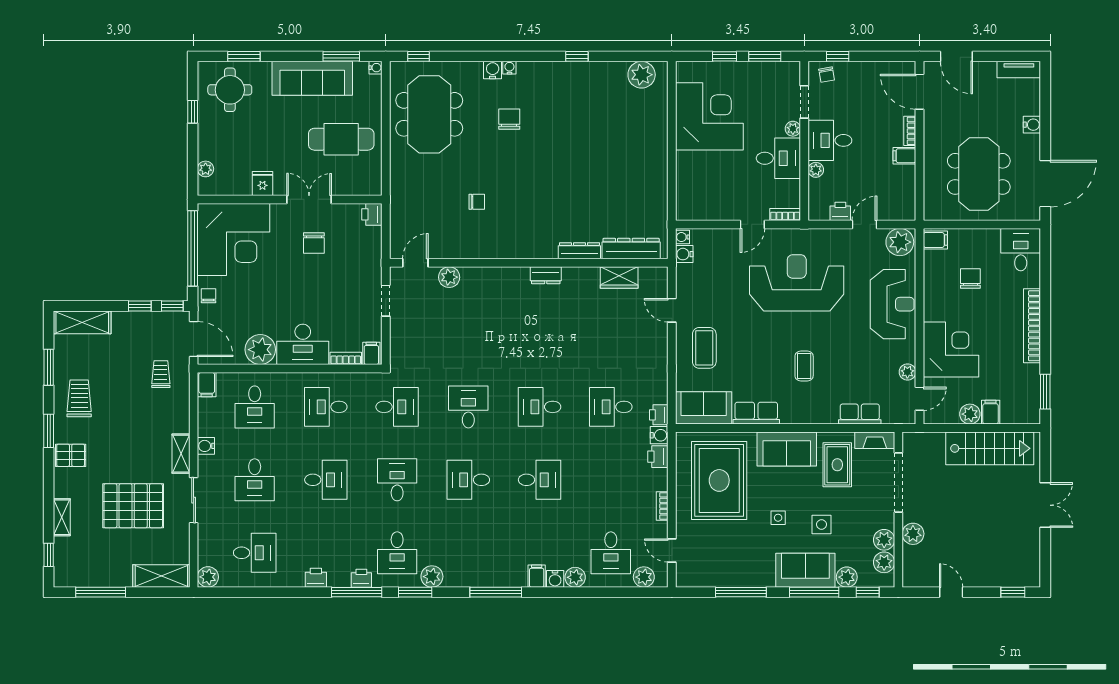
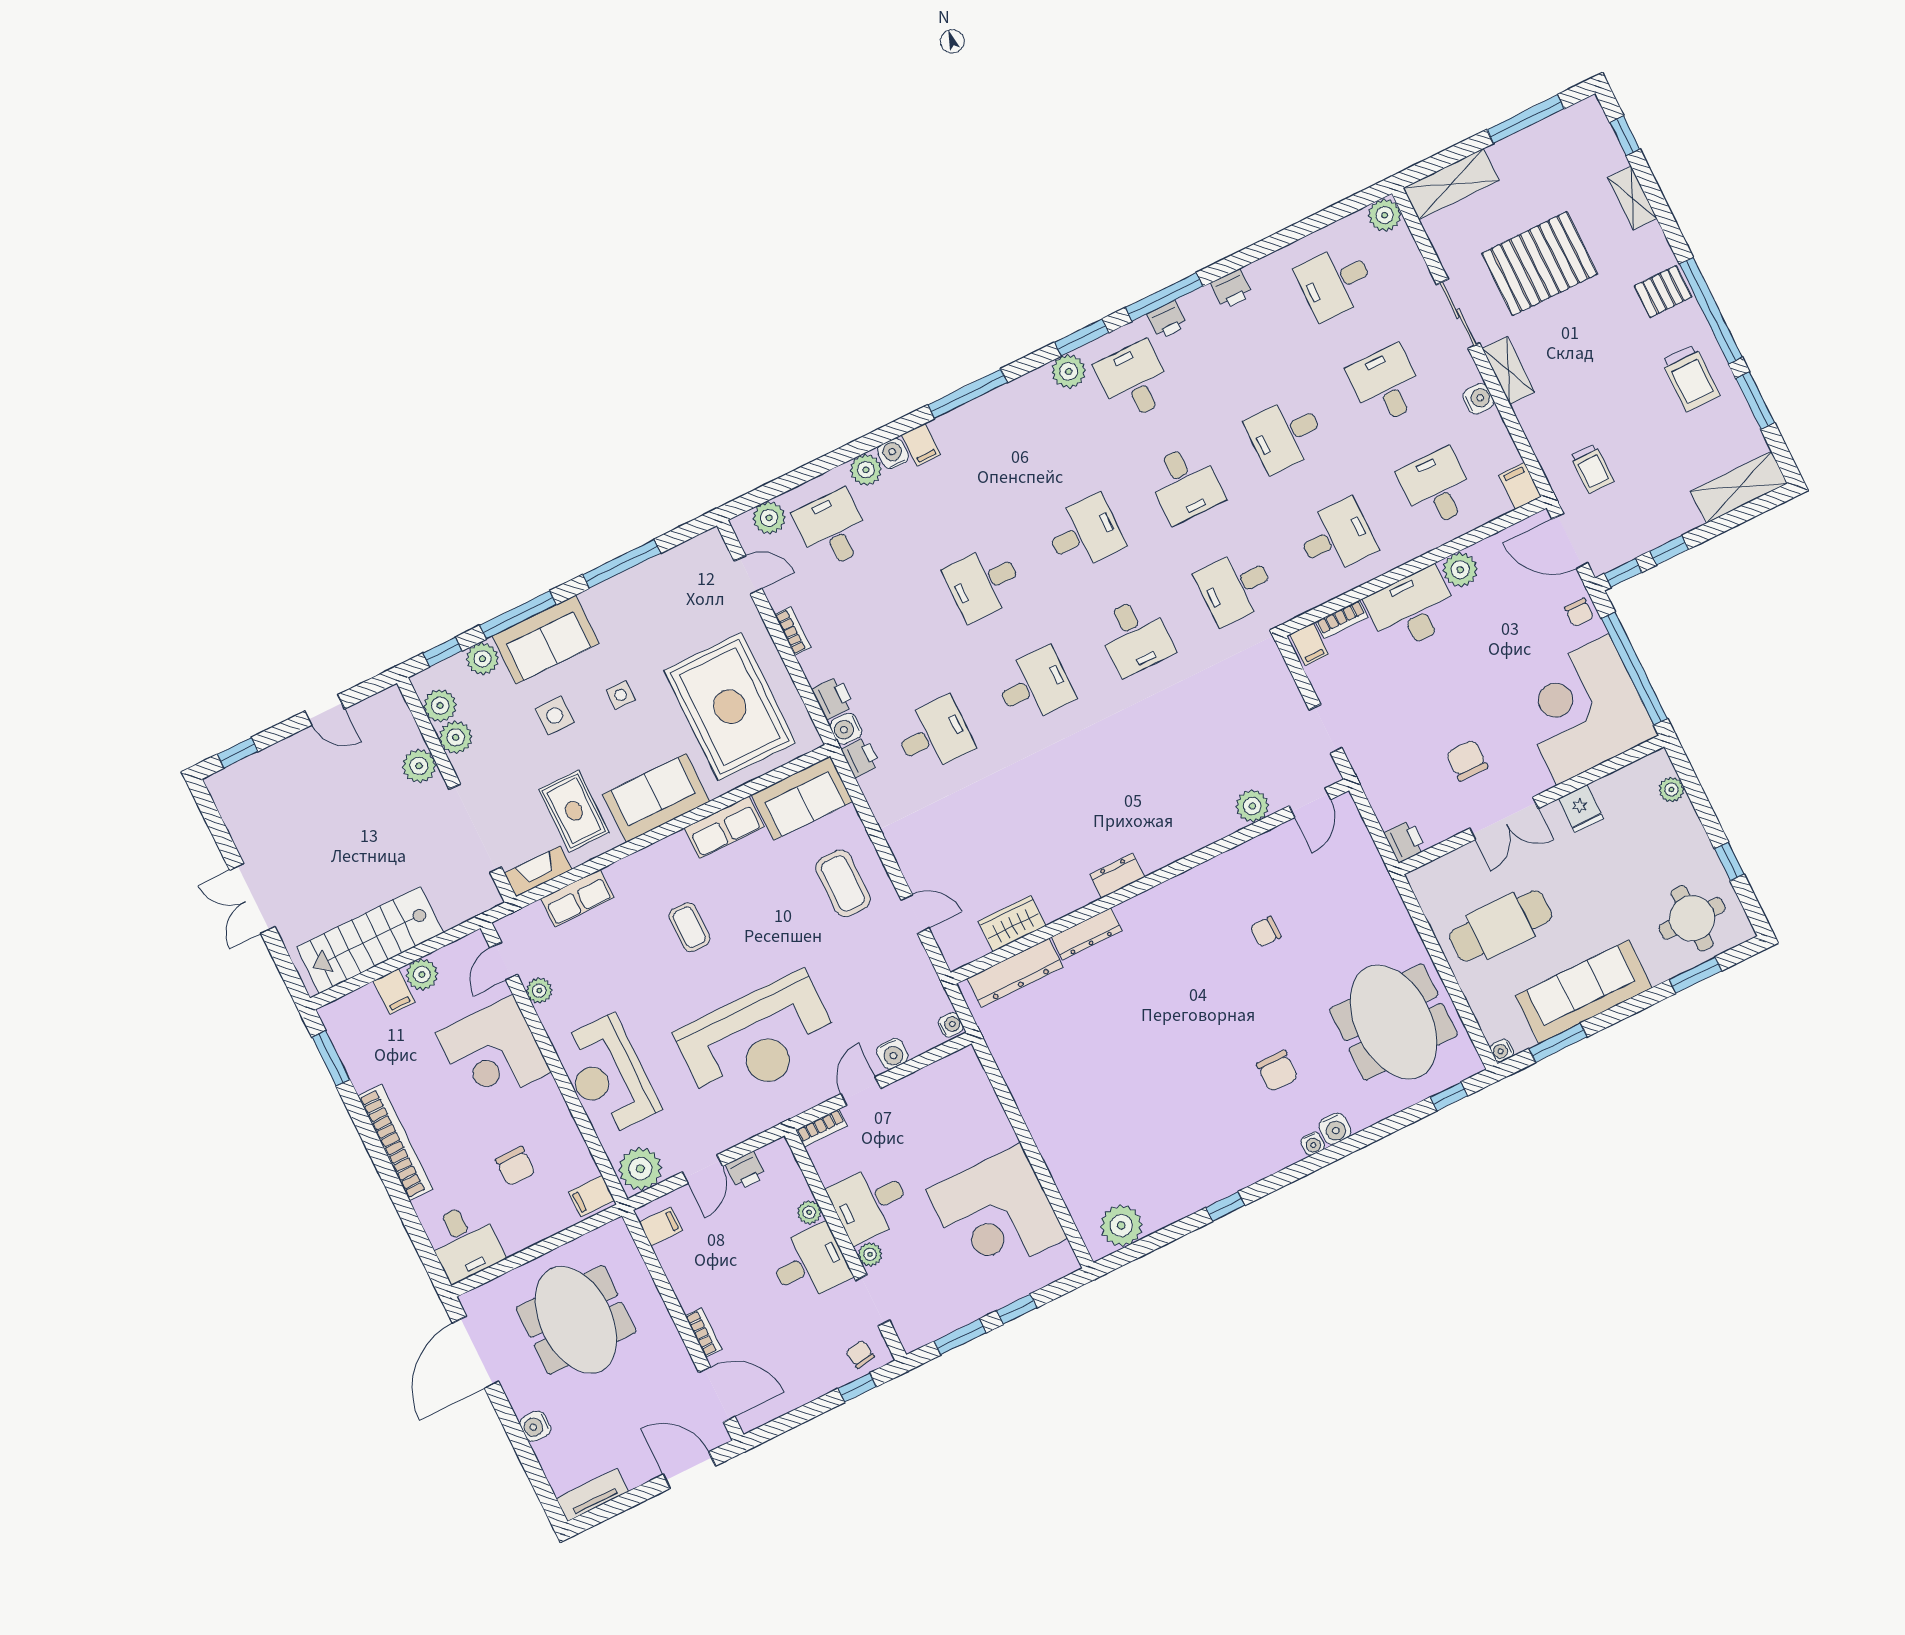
filing cabinet: (904, 156) -> (661, 1227), moved
water cooler: (684, 254) -> (892, 1054), moved, turned 90
plant: (260, 350) -> (1460, 570), width x0.73, depth x0.73
window: (49, 431) -> (1711, 311), width x2.11

